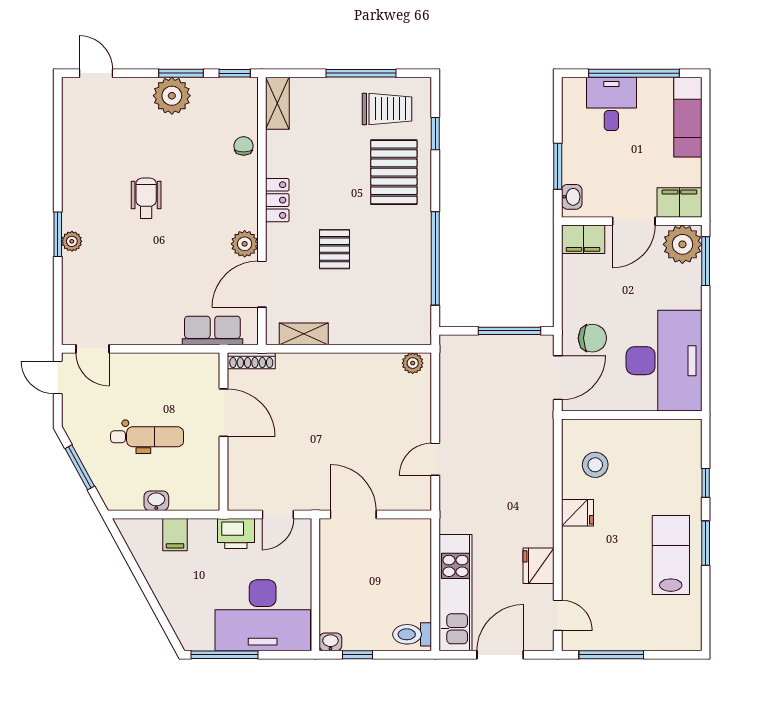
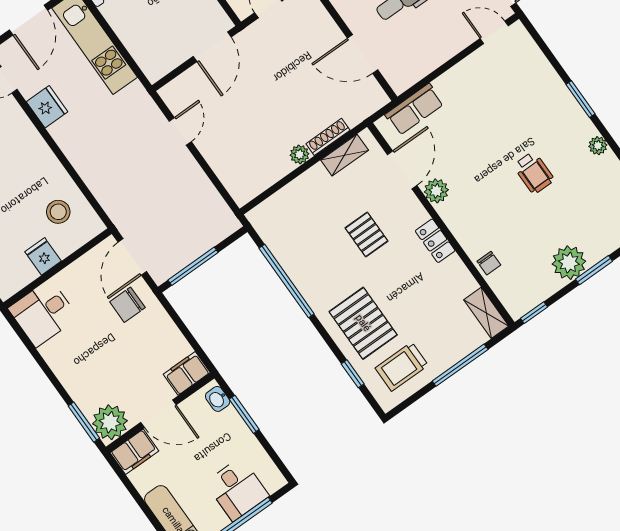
window: (181, 73) -> (594, 270), moved
window: (361, 73) -> (460, 365), moved
door: (634, 221) -> (158, 414), swing flipped
plant: (72, 241) -> (598, 146), moved
shoe rack: (251, 361) -> (328, 137), moved
desk: (664, 361) -> (43, 313), width x0.53, depth x0.77
plant: (413, 363) -> (300, 154), moved
fridge: (577, 513) -> (43, 256), moved, turned 90
door: (353, 514) -> (212, 47), hinge flipped

